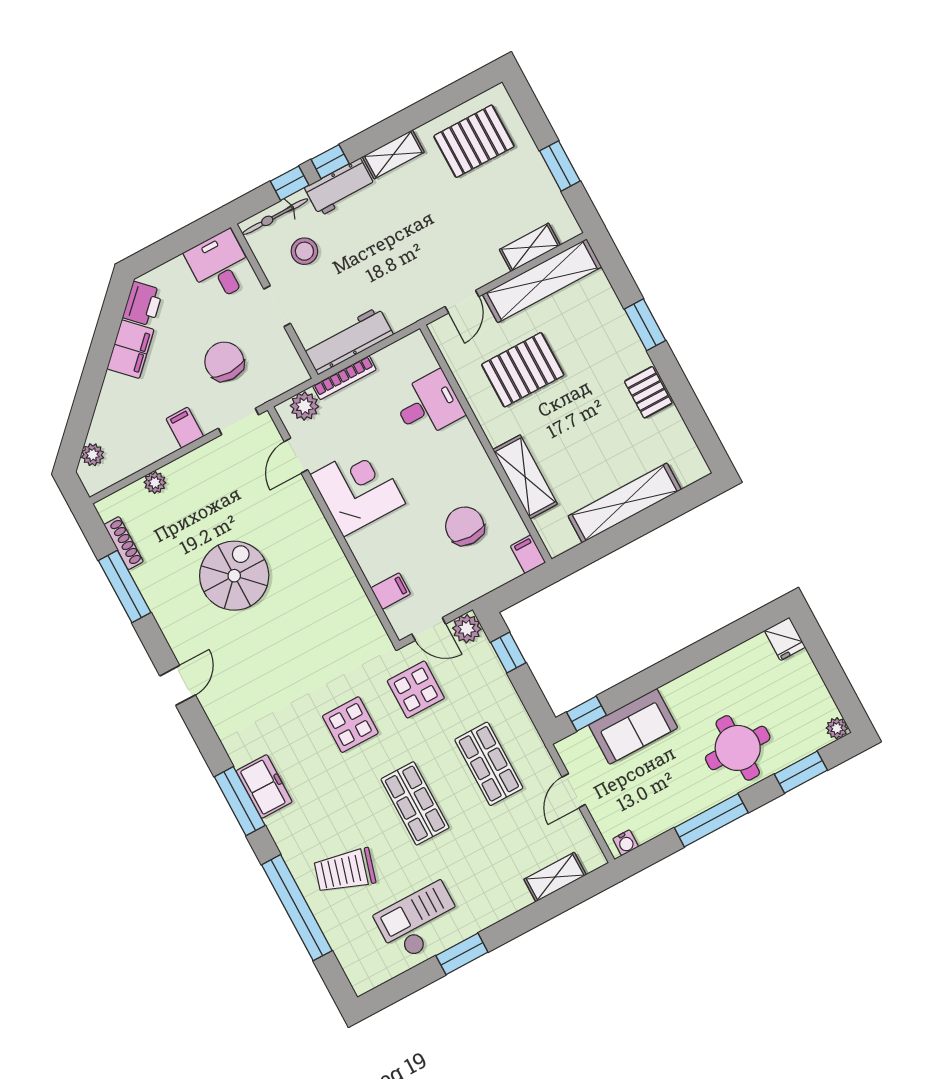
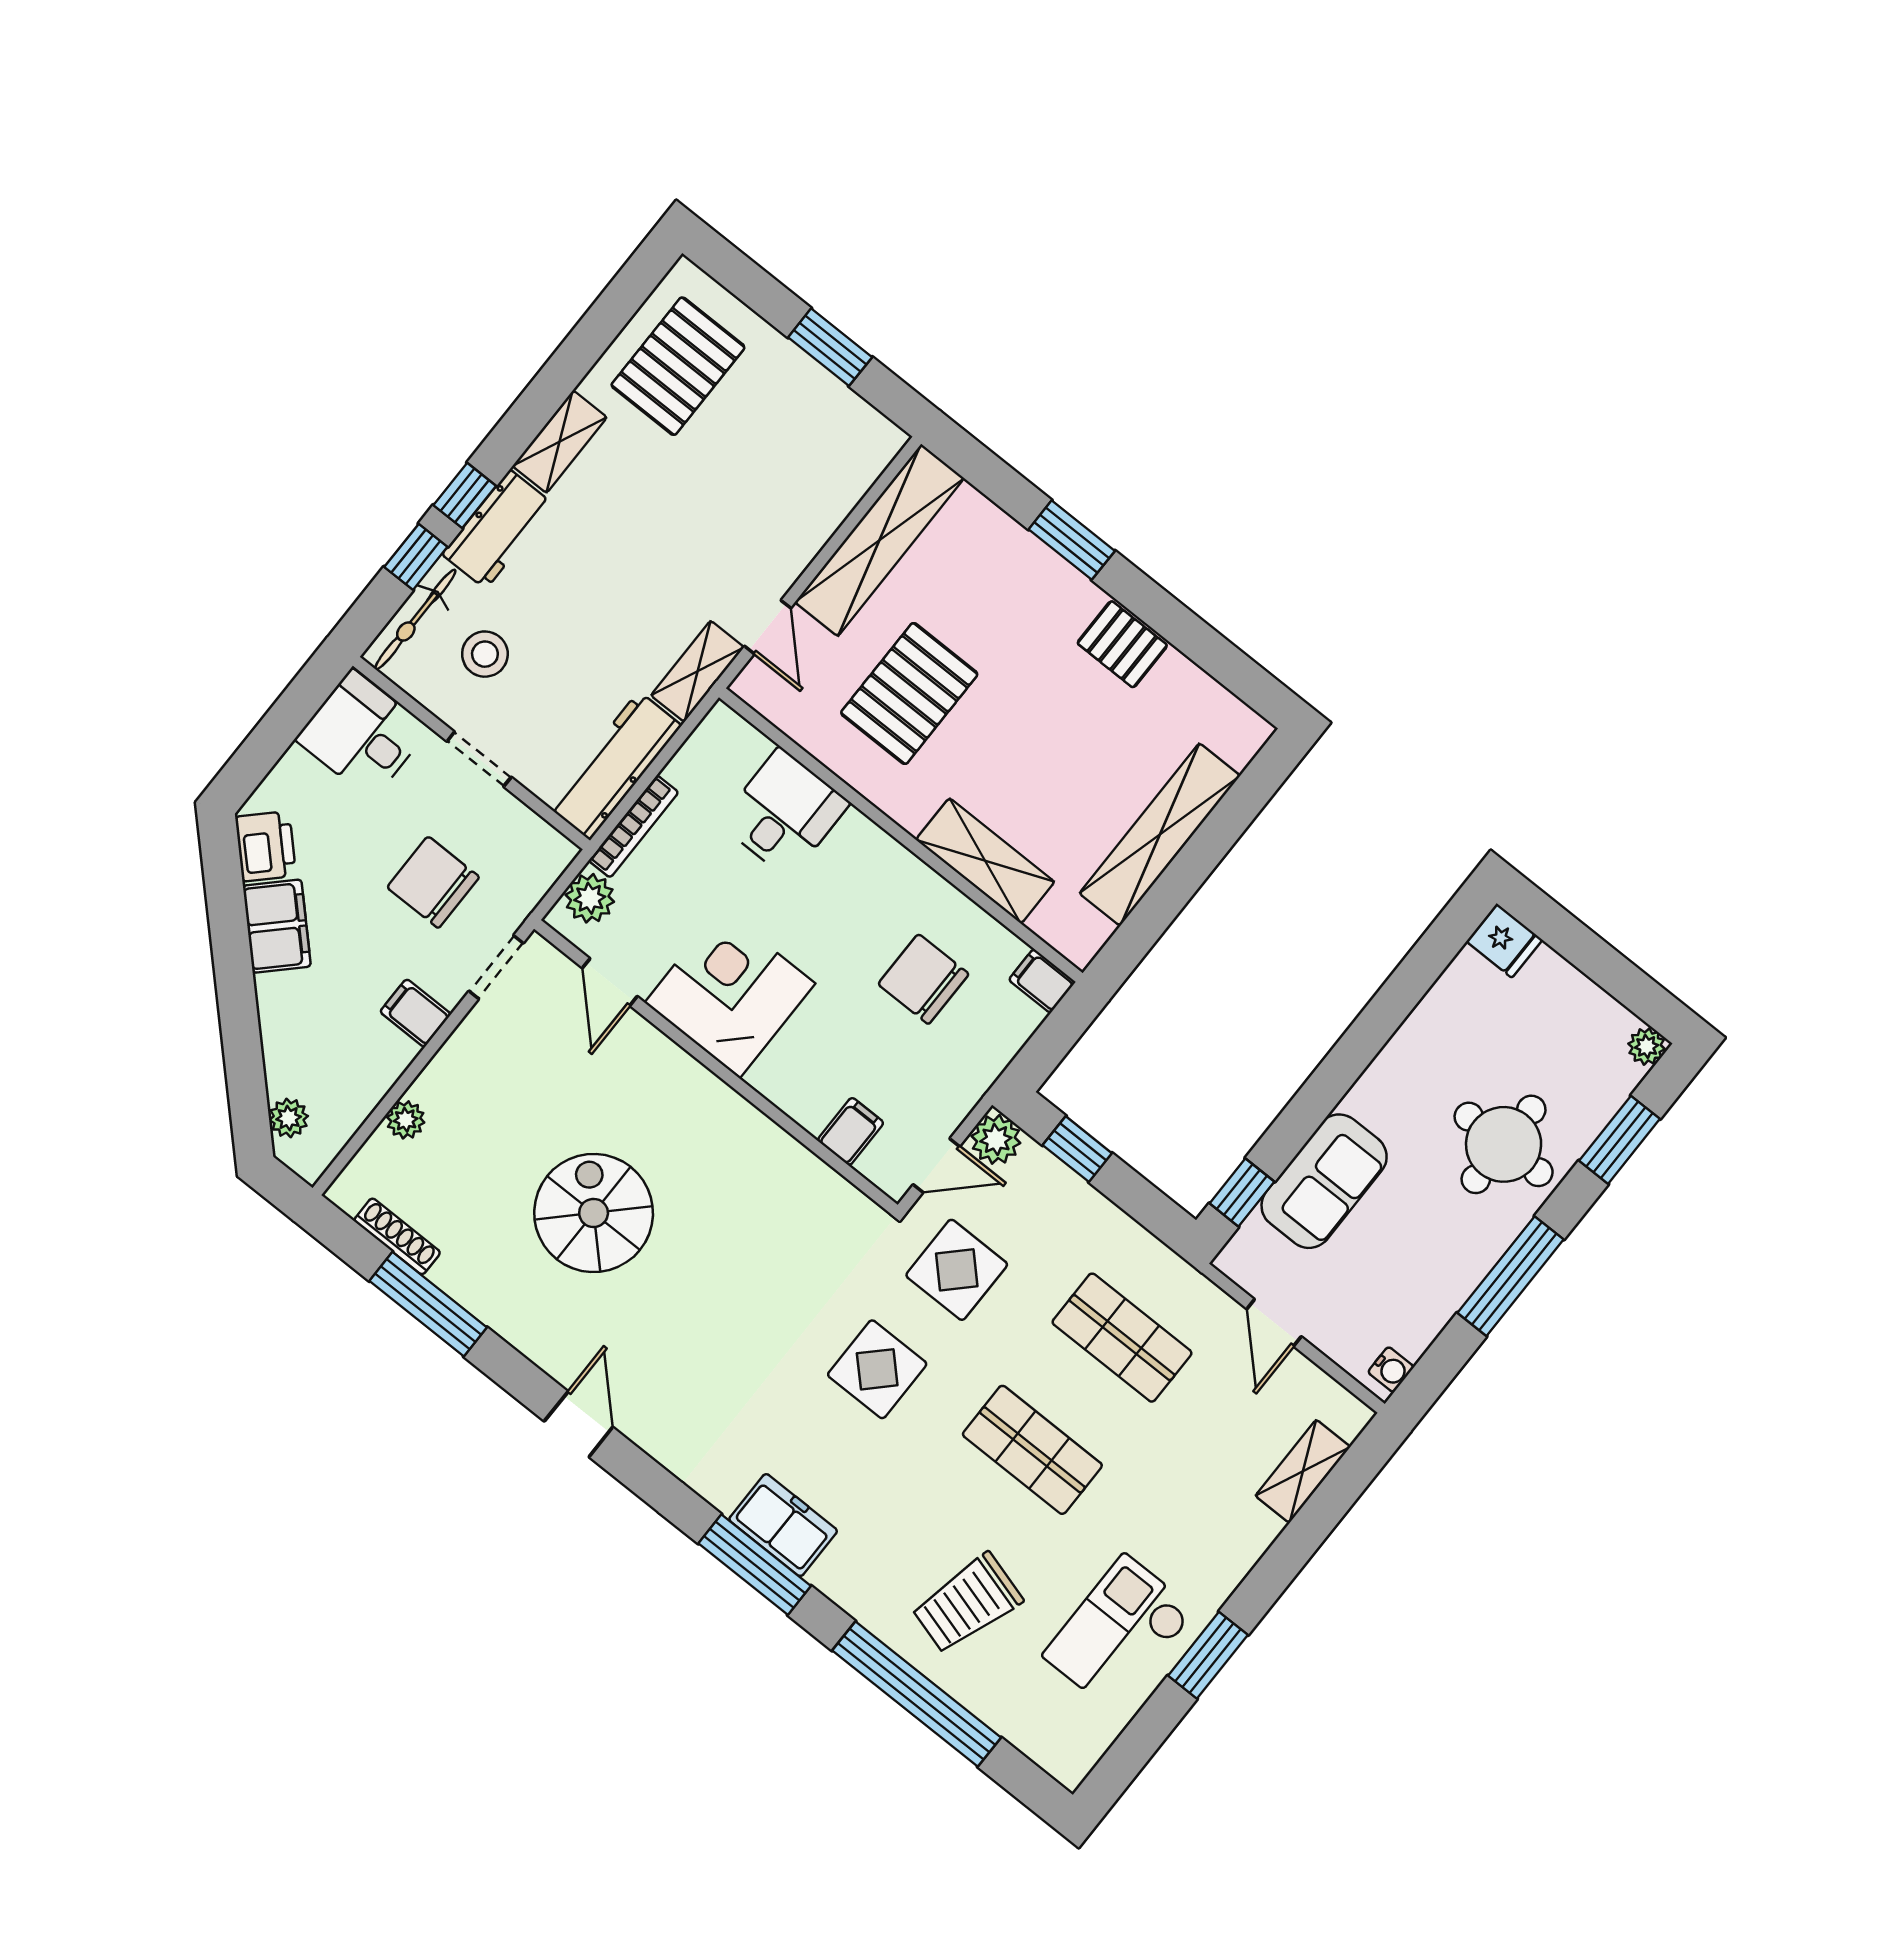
shelving: (530, 247) -> (698, 671), moved

